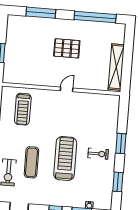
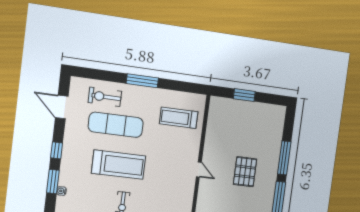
window: (41, 13) -> (284, 158), moved
exercise mat: (31, 162) -> (116, 125), width x1.36, depth x1.45

